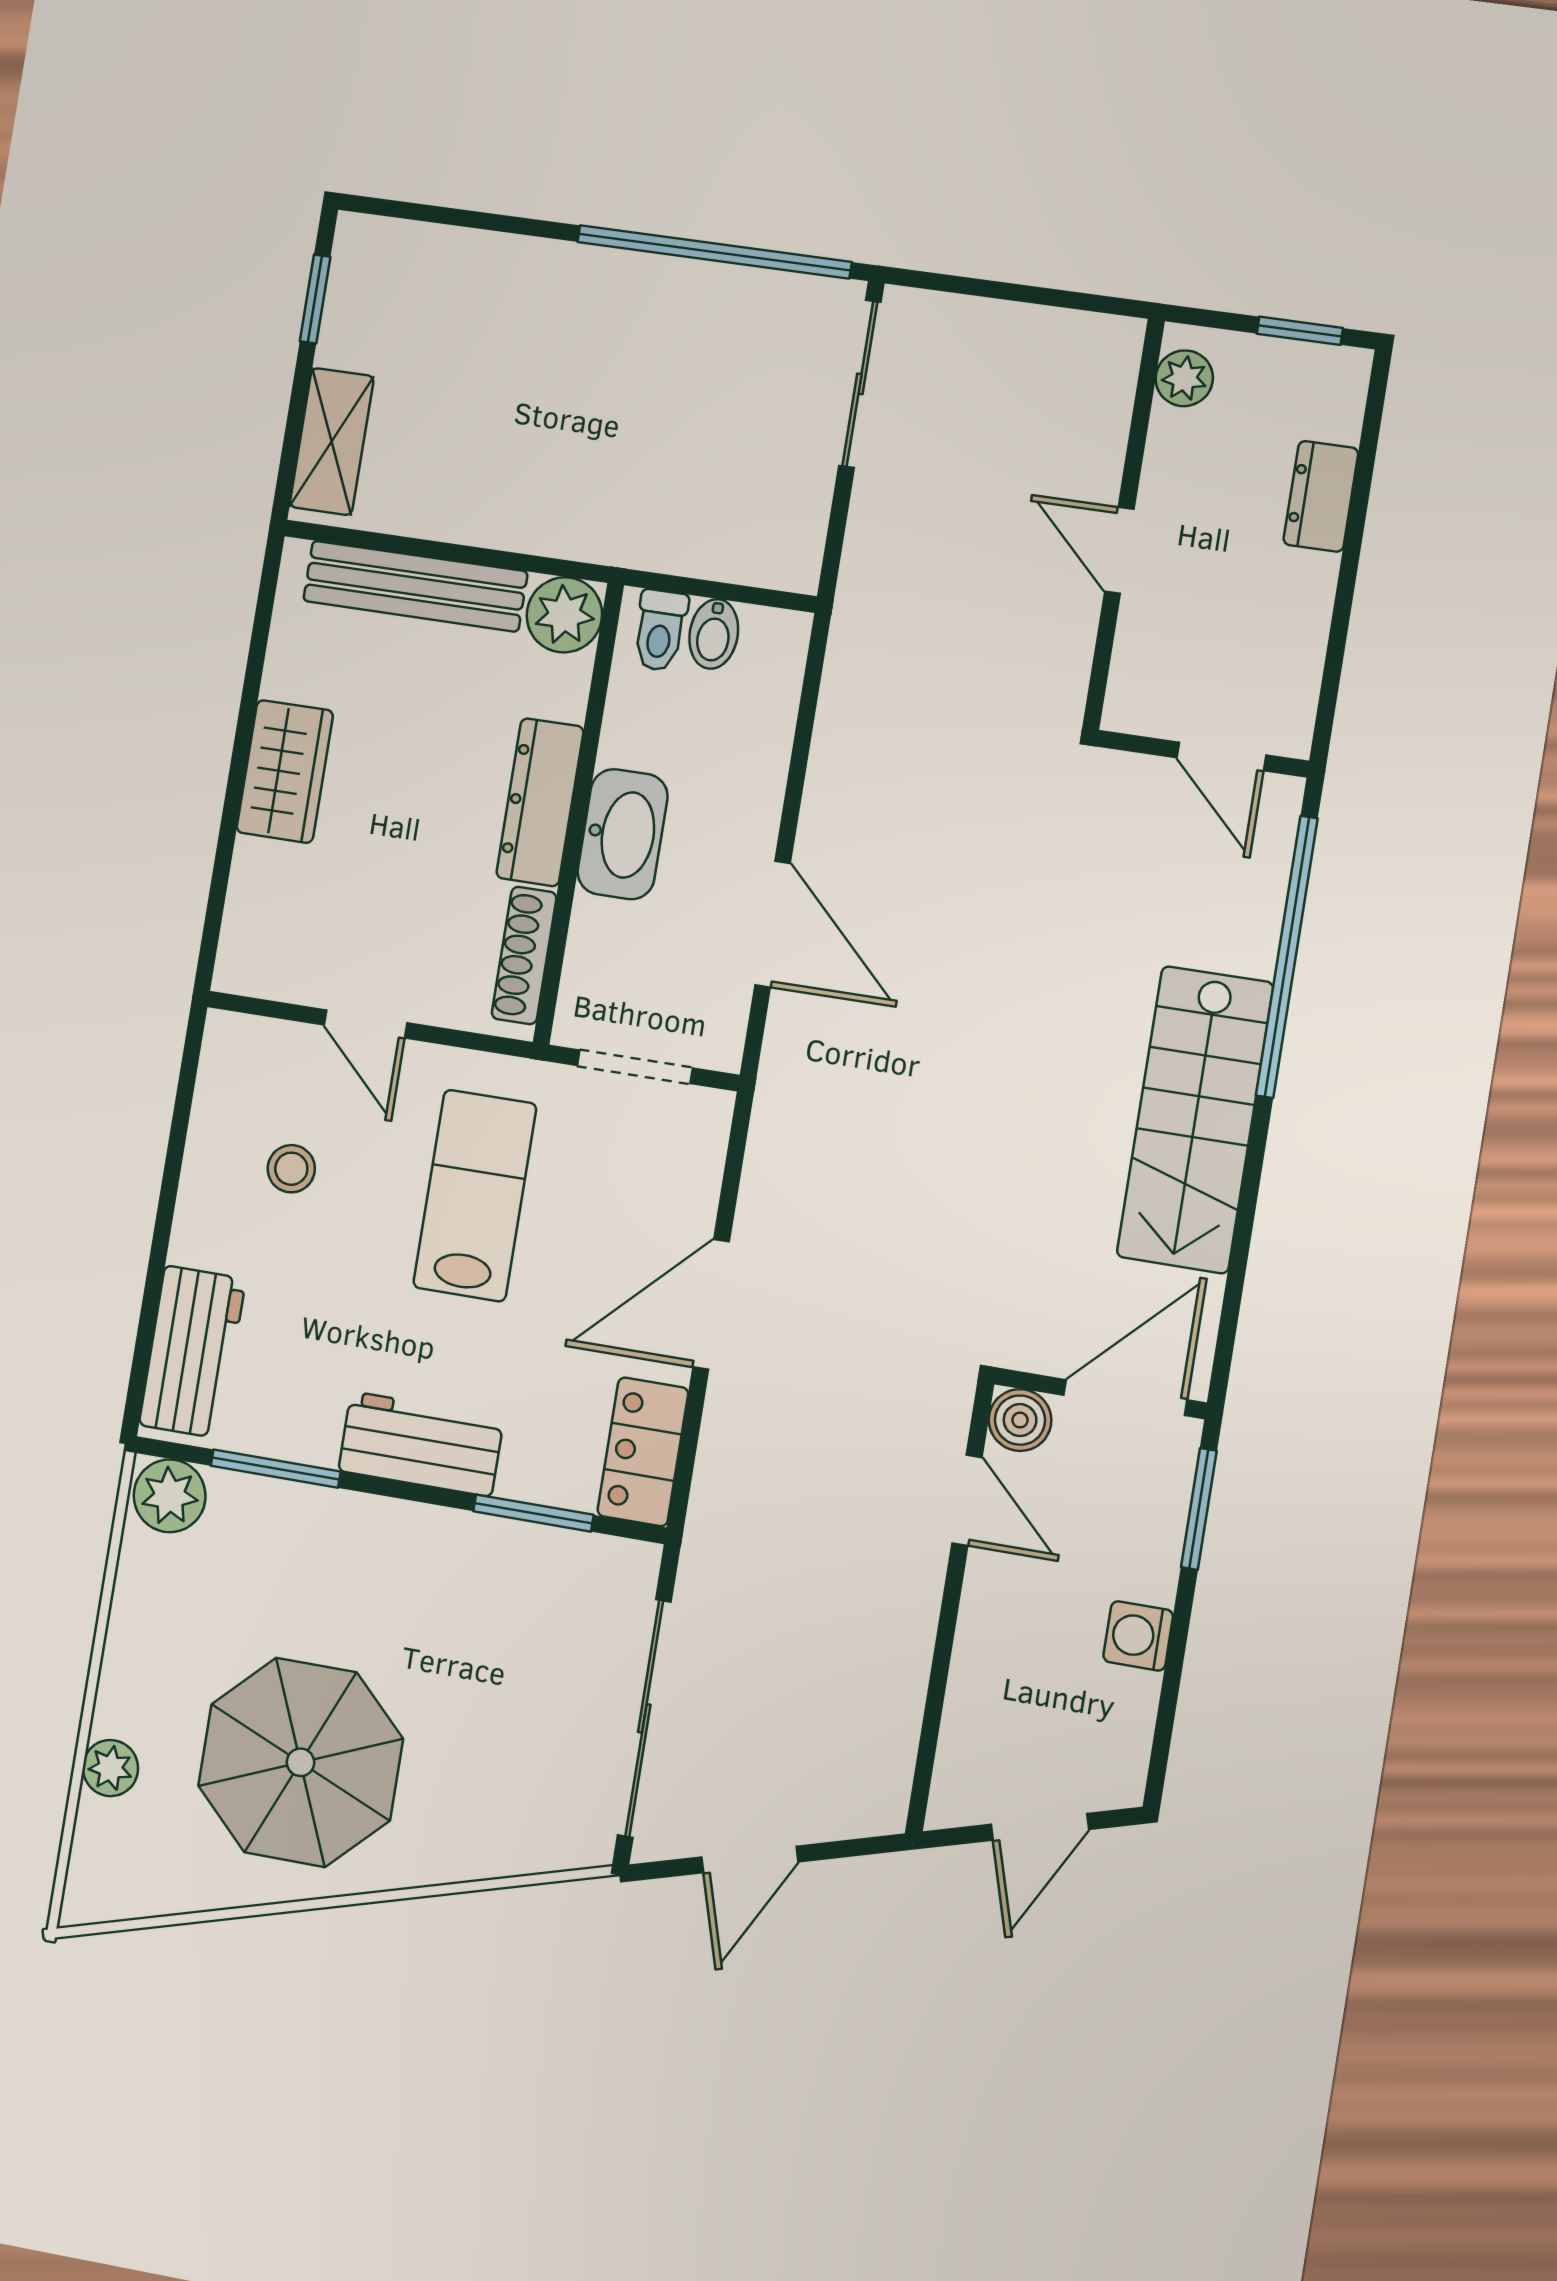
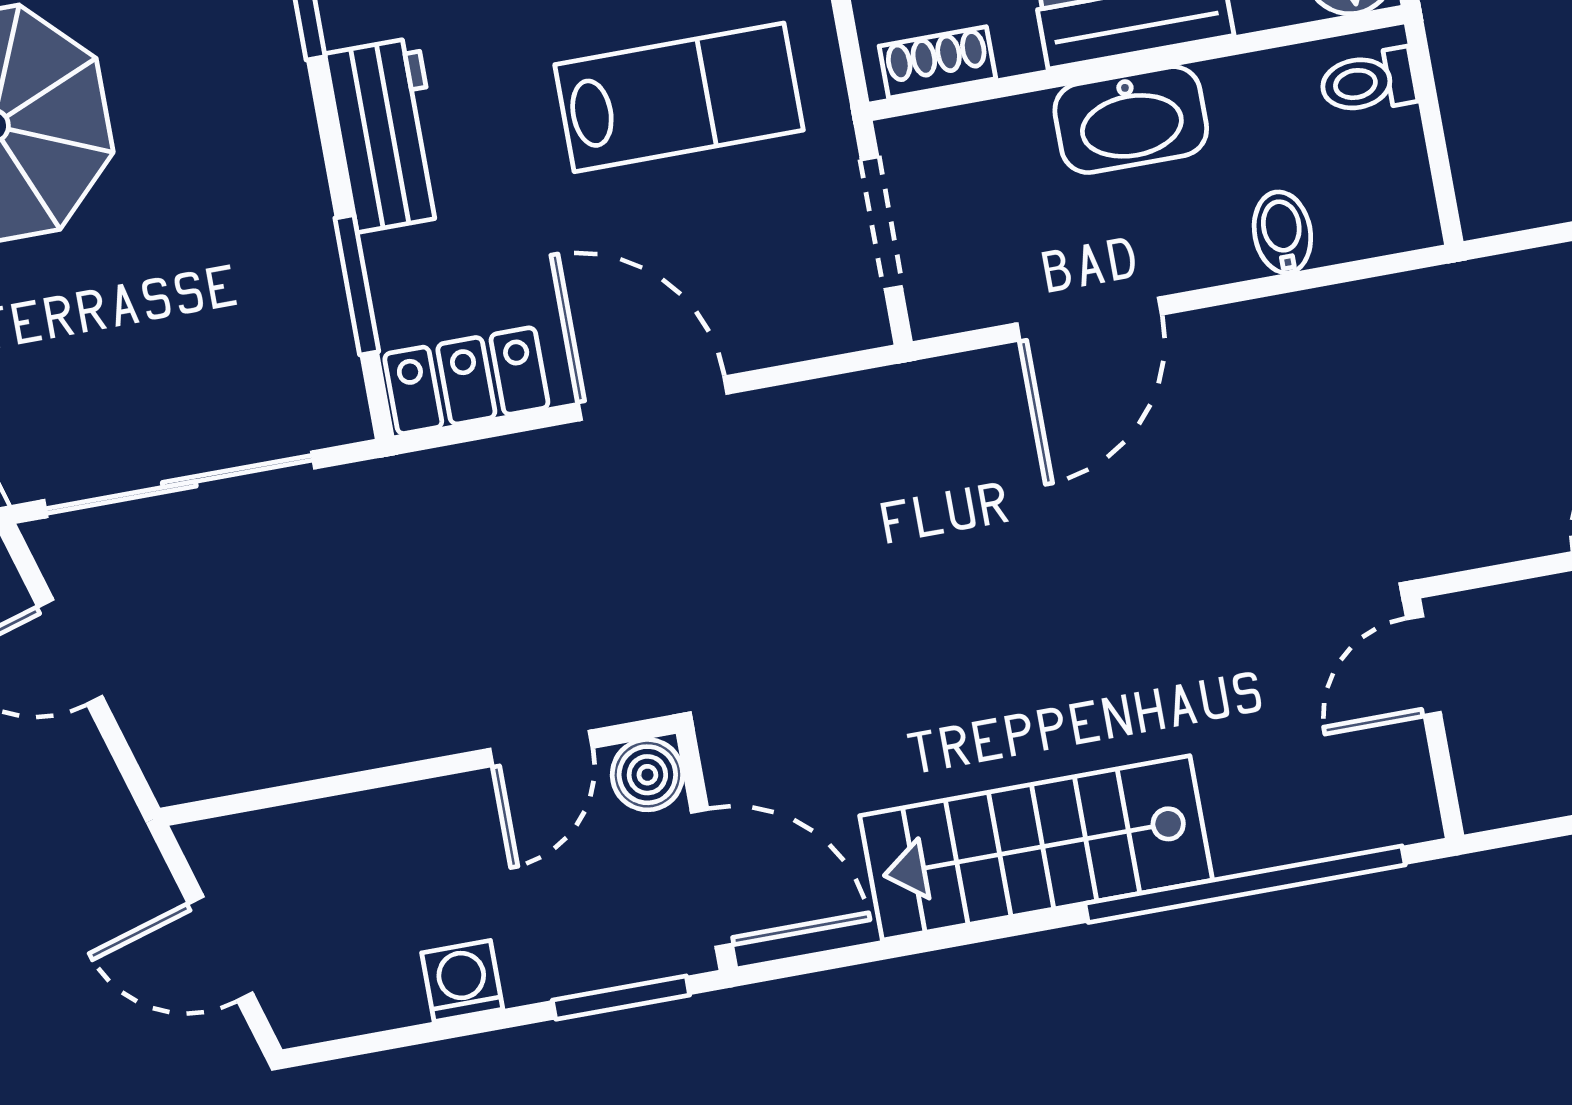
bidet: (714, 634) -> (1282, 232), moved, turned 90
door: (1221, 756) -> (1423, 666), moved
shoe rack: (524, 956) -> (937, 62), width x0.70

